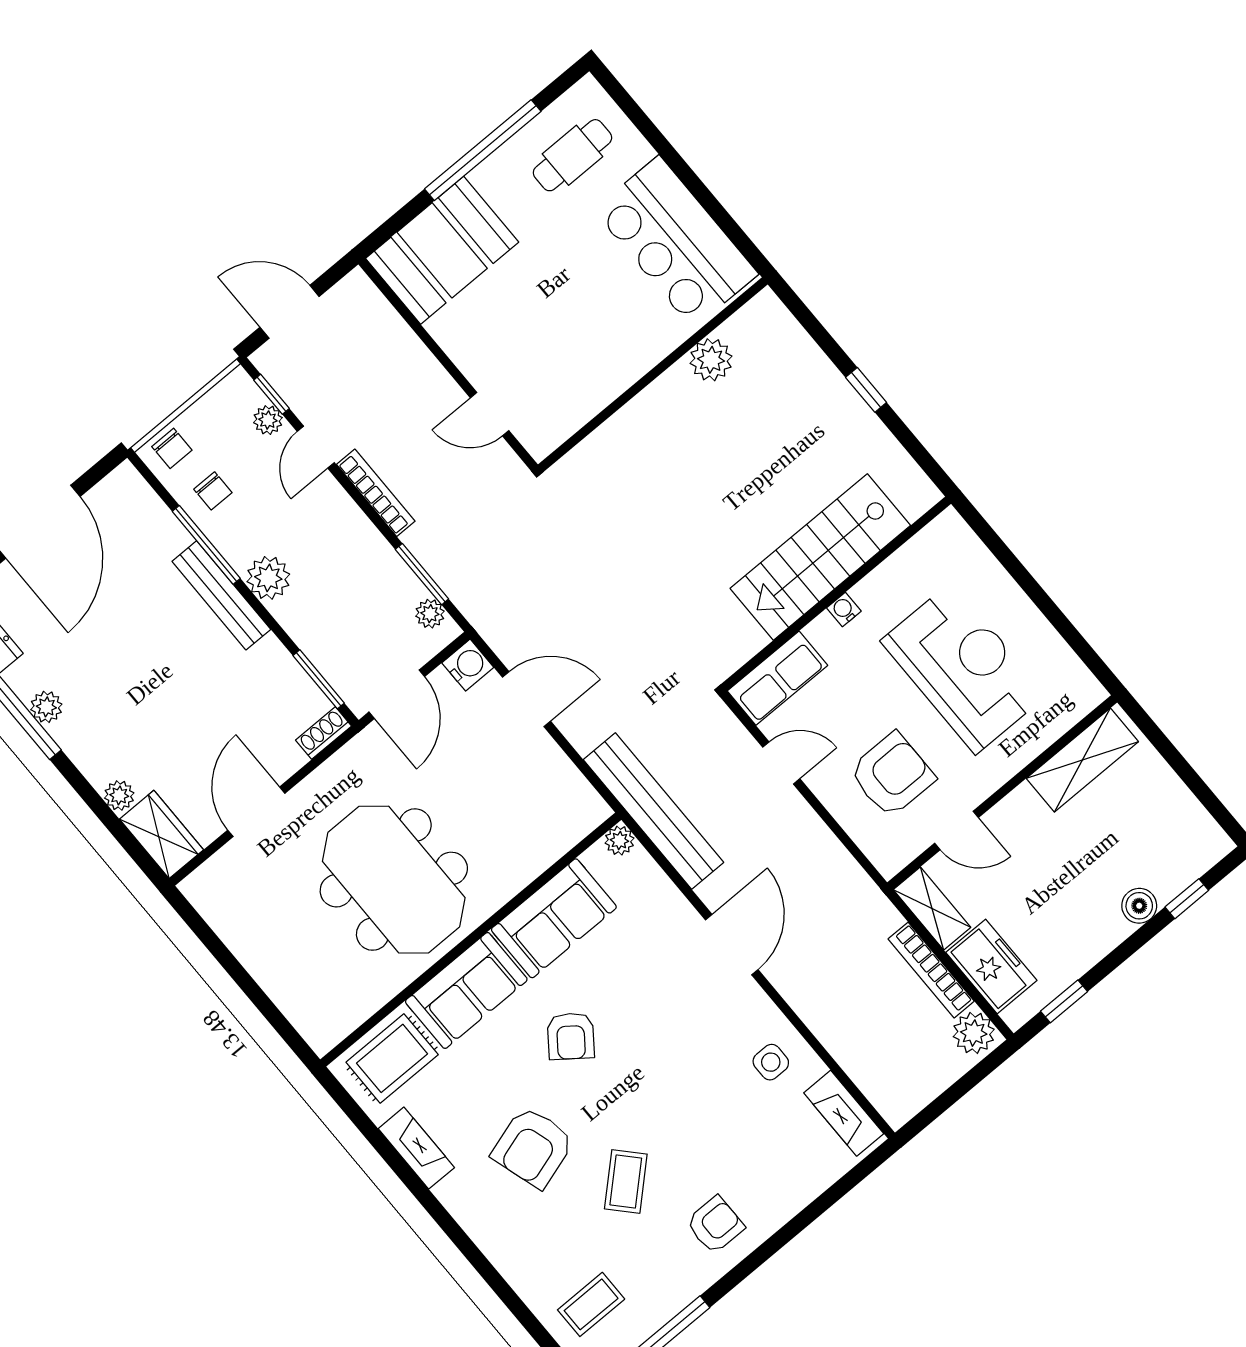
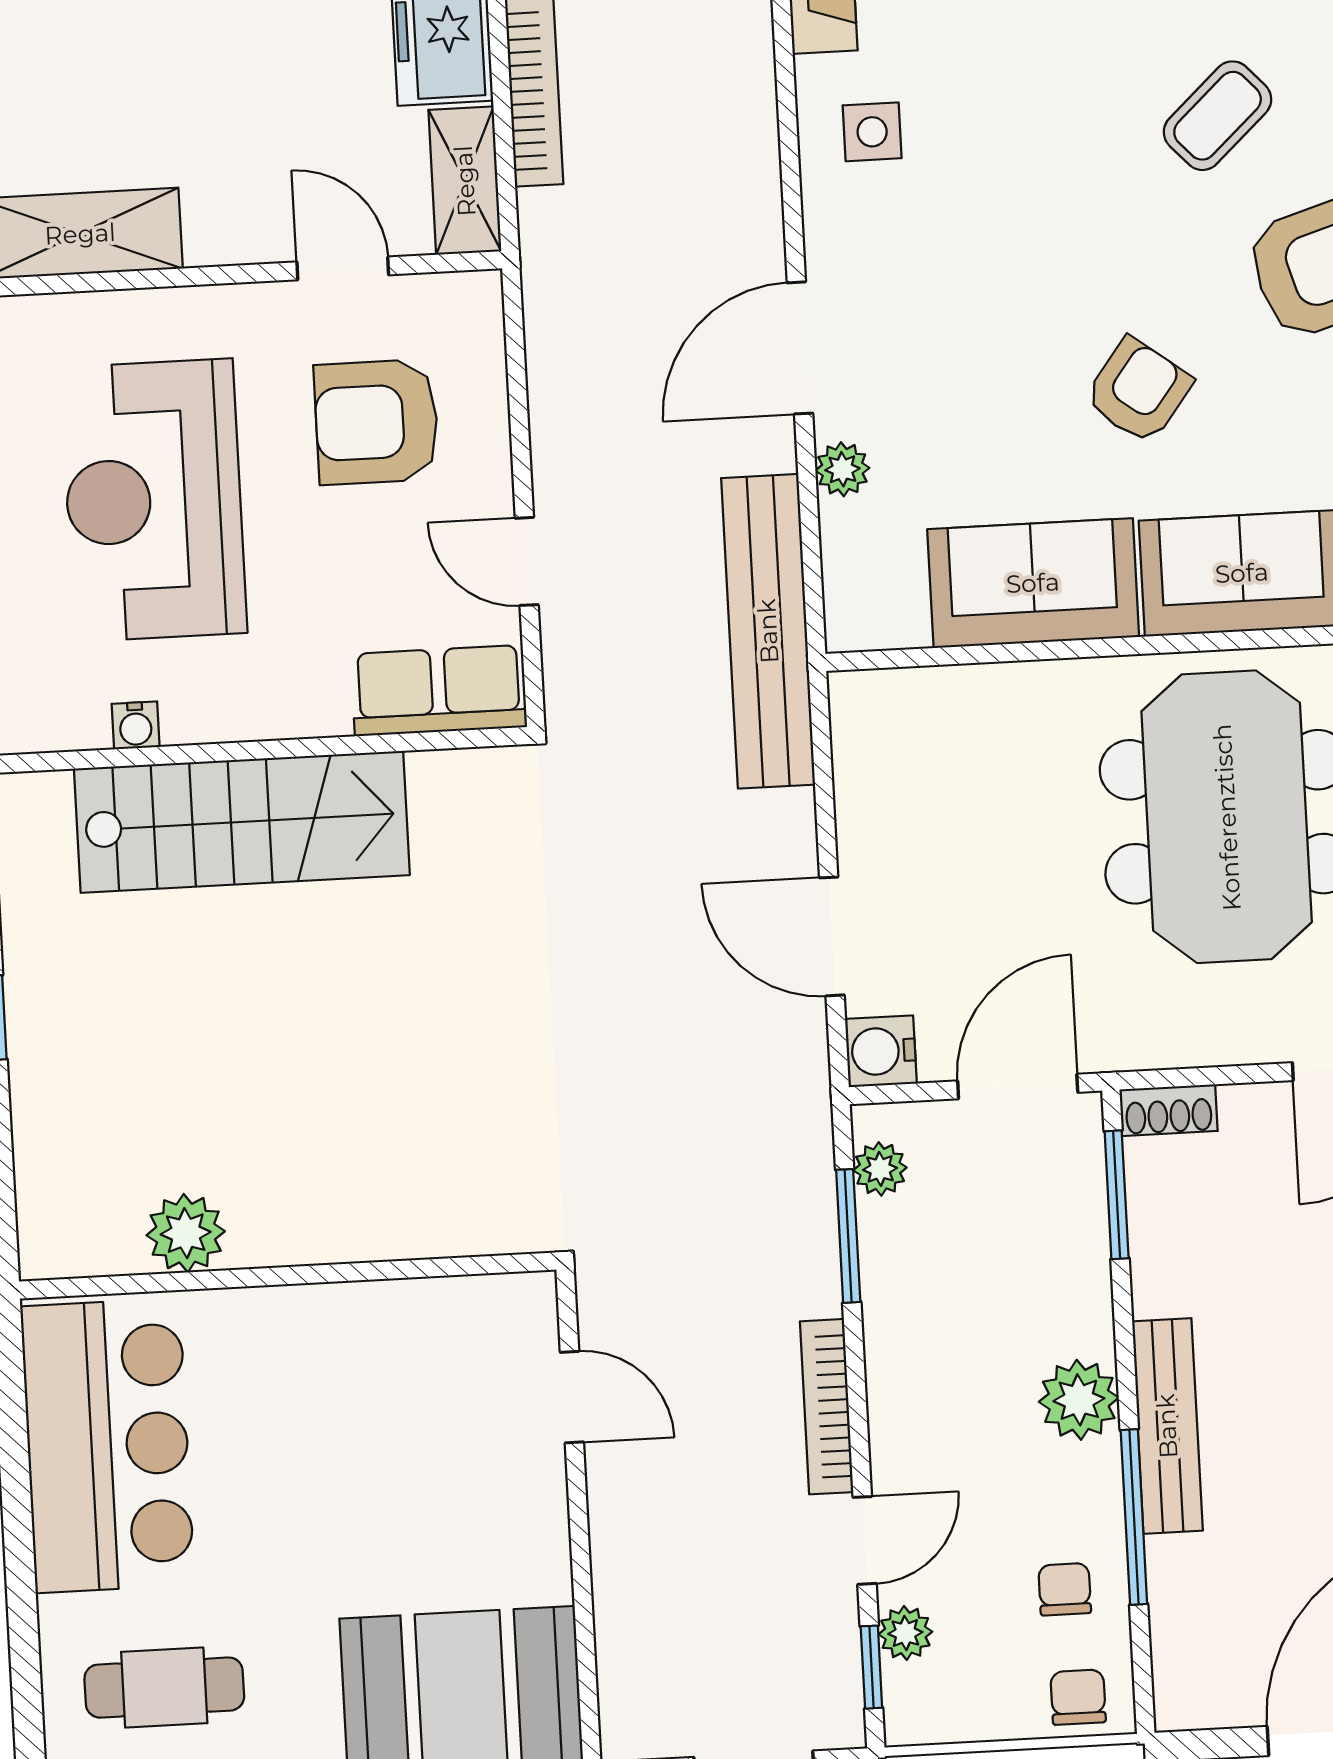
water cooler: (844, 610) -> (136, 725), moved
plant: (619, 841) -> (842, 469), moved

